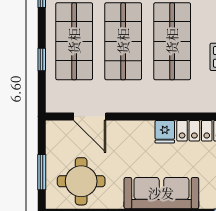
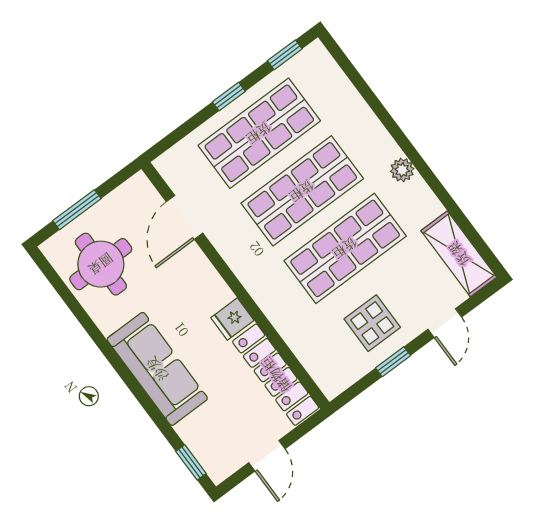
window: (42, 59) -> (229, 97), moved

